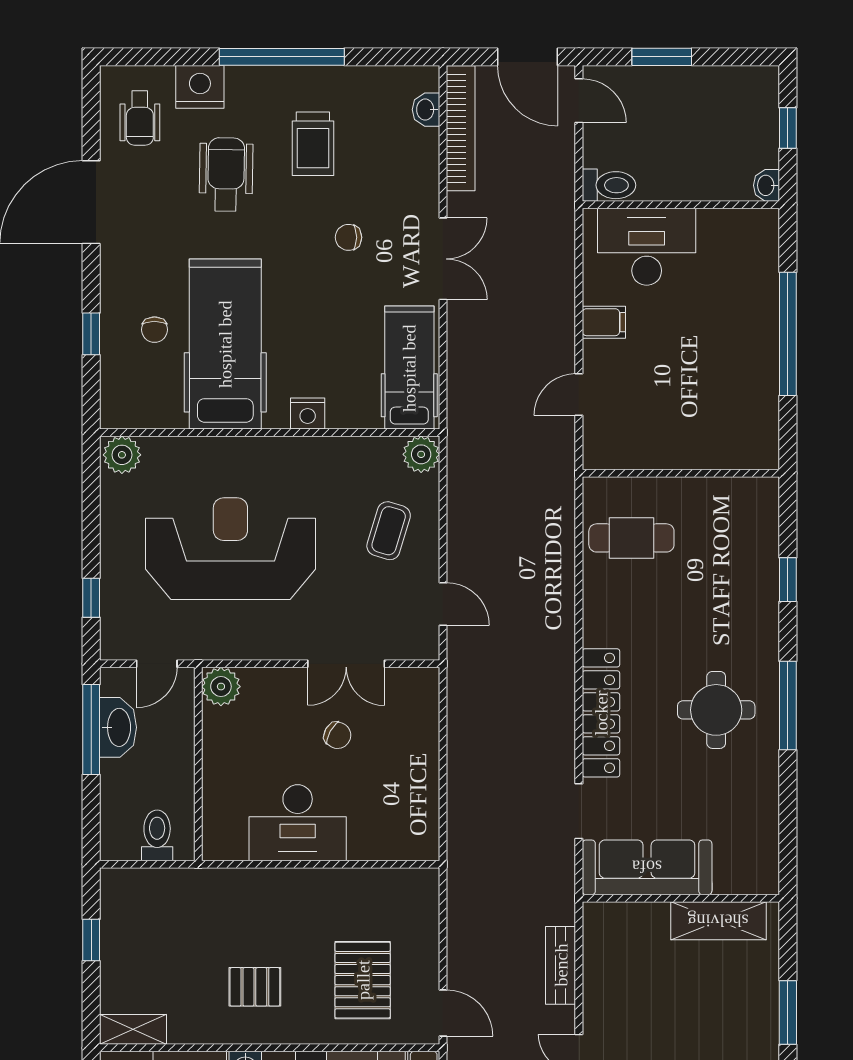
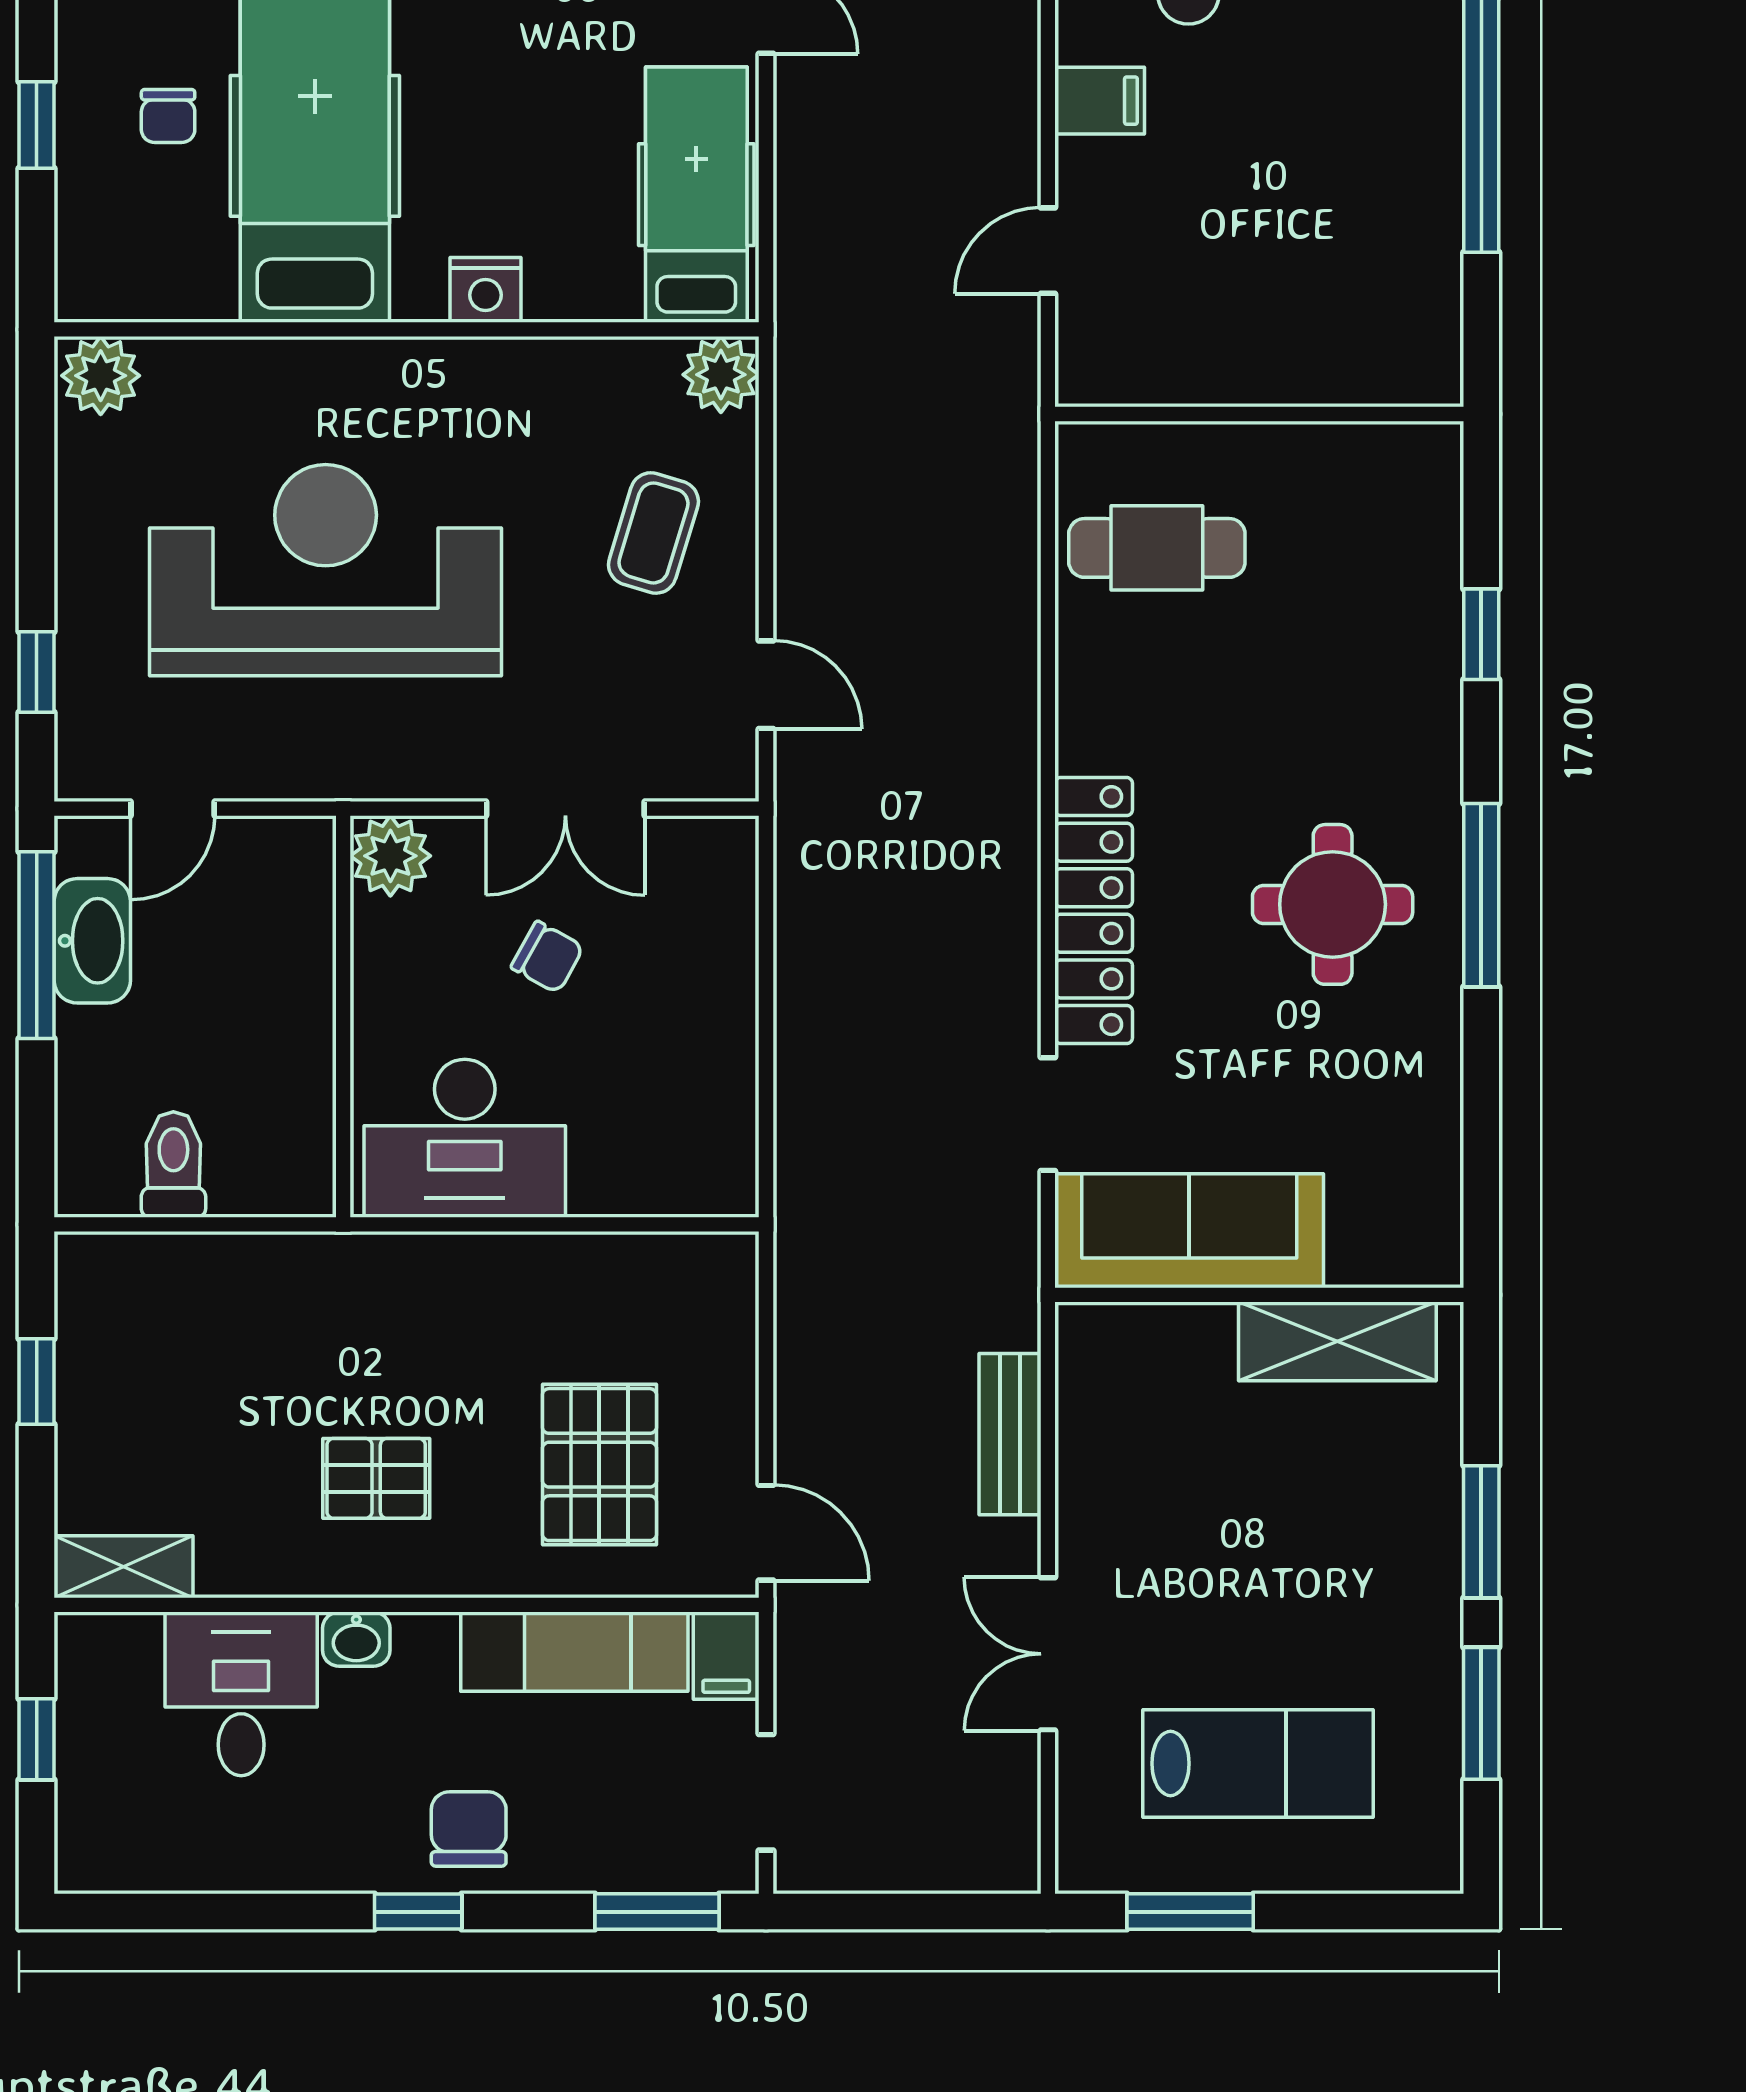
plant: (221, 687) -> (390, 856), moved
wall: (198, 764) -> (343, 1017), moved

